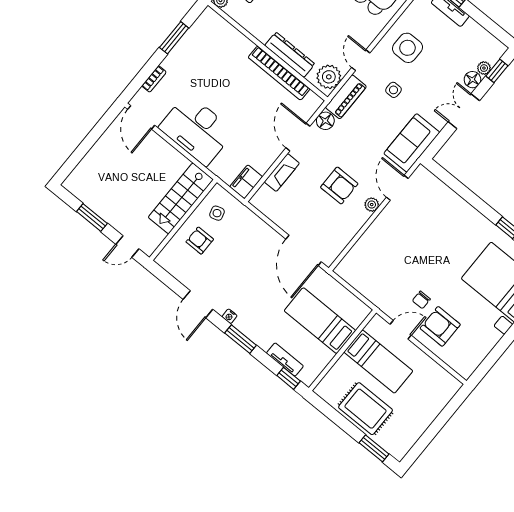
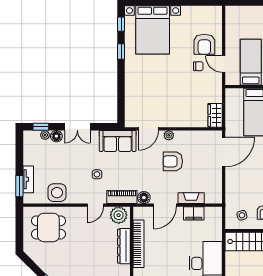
side table: (407, 48) -> (57, 193), moved
filing cabinet: (246, 182) -> (194, 213), moved
armchair: (339, 185) -> (173, 161), turned -90
wardrobe: (352, 274) -> (215, 115), added

